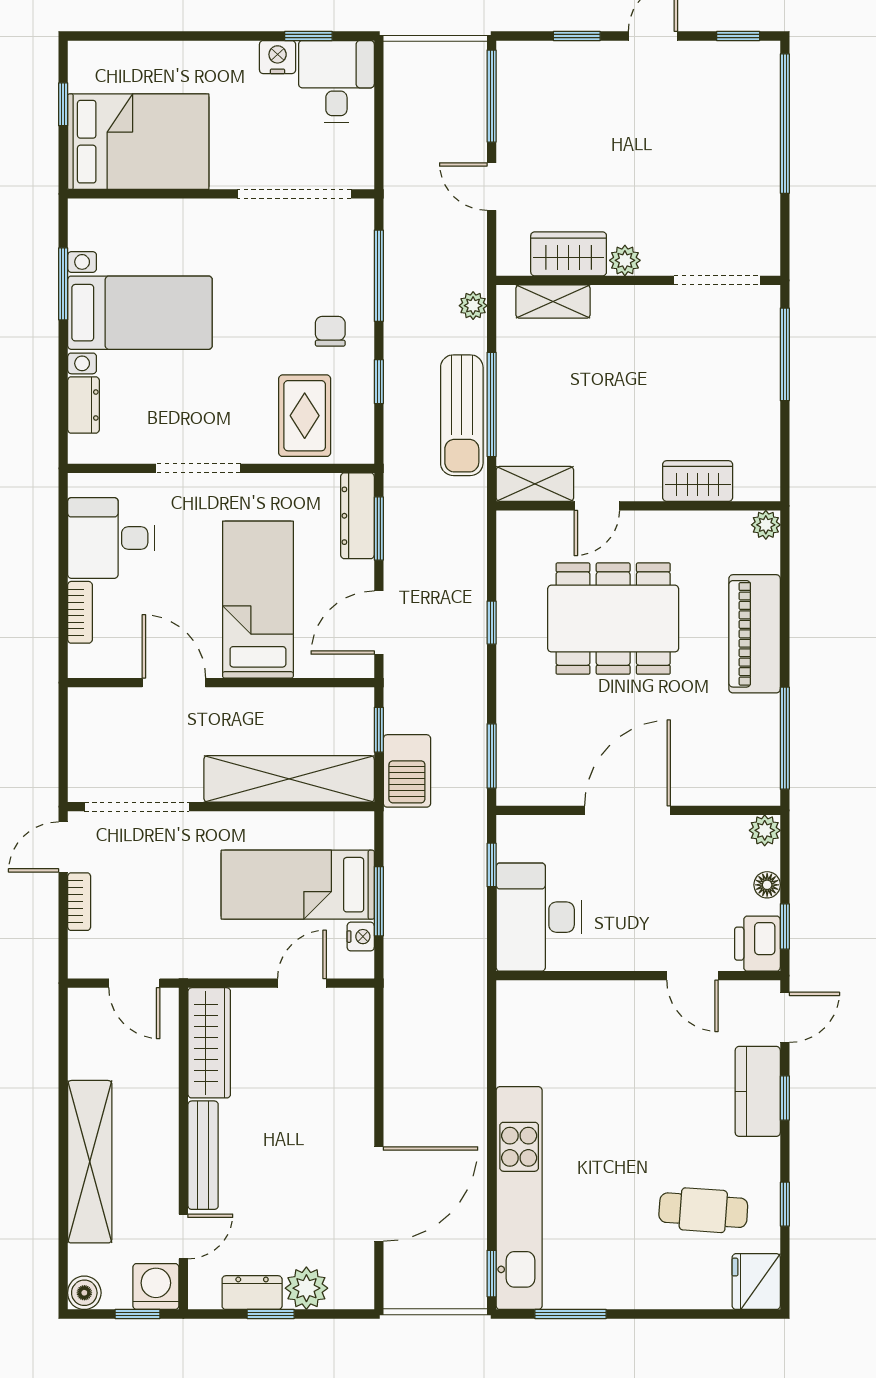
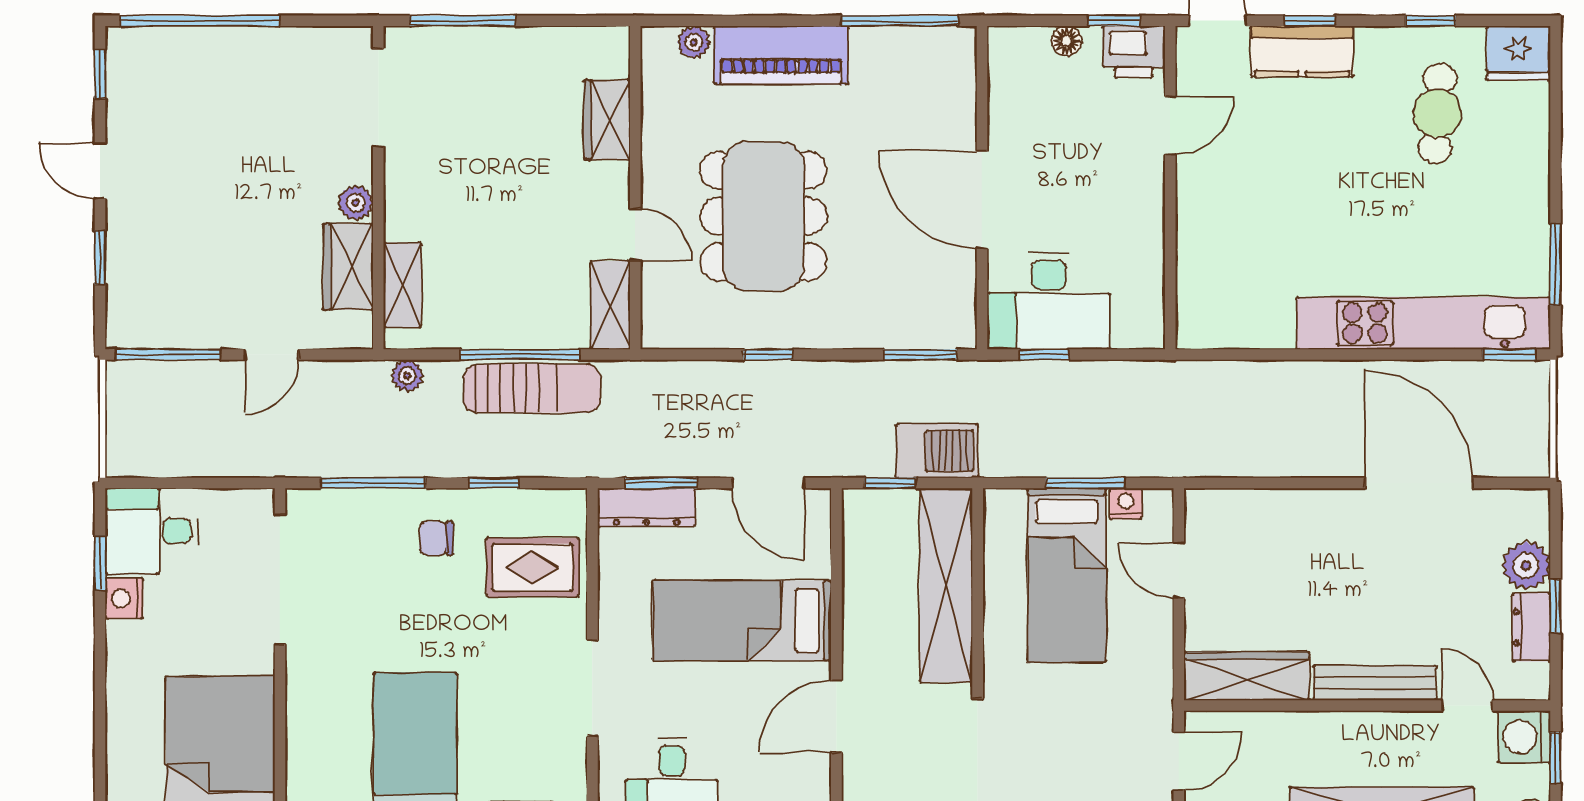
plant: (766, 525) -> (694, 42), moved
plant: (765, 830) -> (1005, 43), removed
desk: (539, 917) -> (1049, 301), moved

